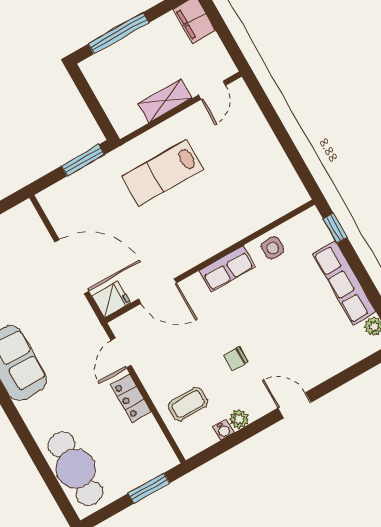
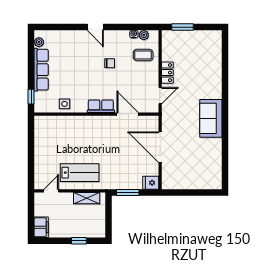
window: (118, 33) -> (79, 241), width x0.46
shelving: (165, 101) -> (87, 198), moved
lab bench: (162, 173) -> (80, 173), moved
row of seats: (227, 269) -> (101, 106), moved
fridge: (111, 299) -> (151, 183), moved
plant: (239, 419) -> (144, 35), moved
cafe table: (76, 469) -> (211, 55), removed

